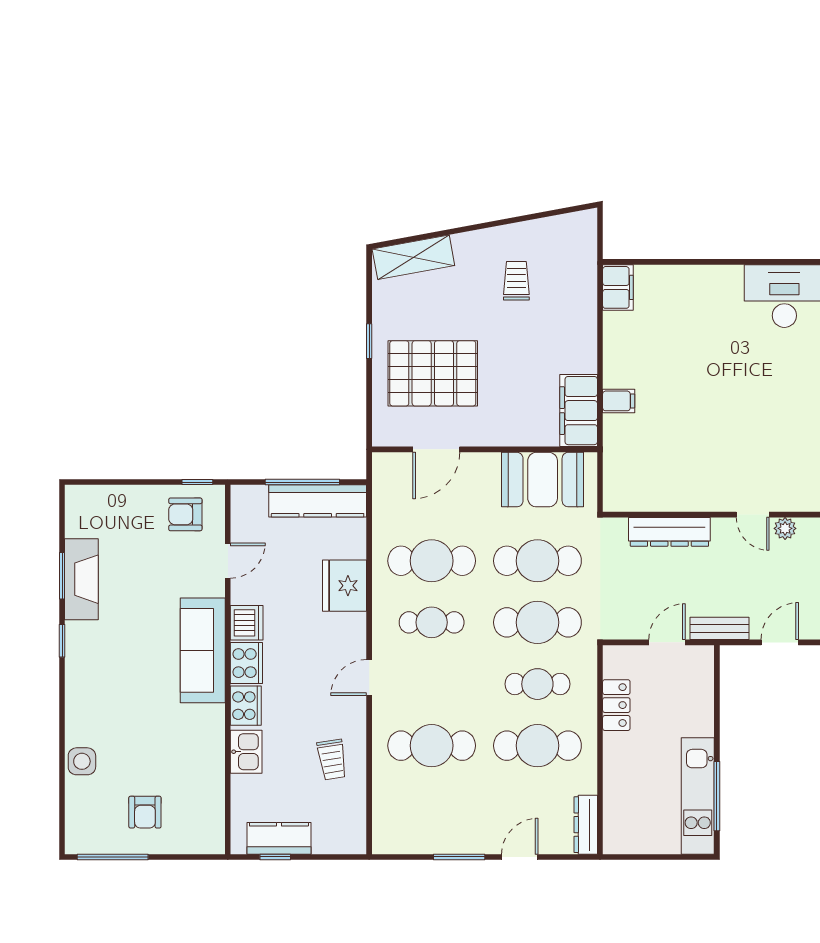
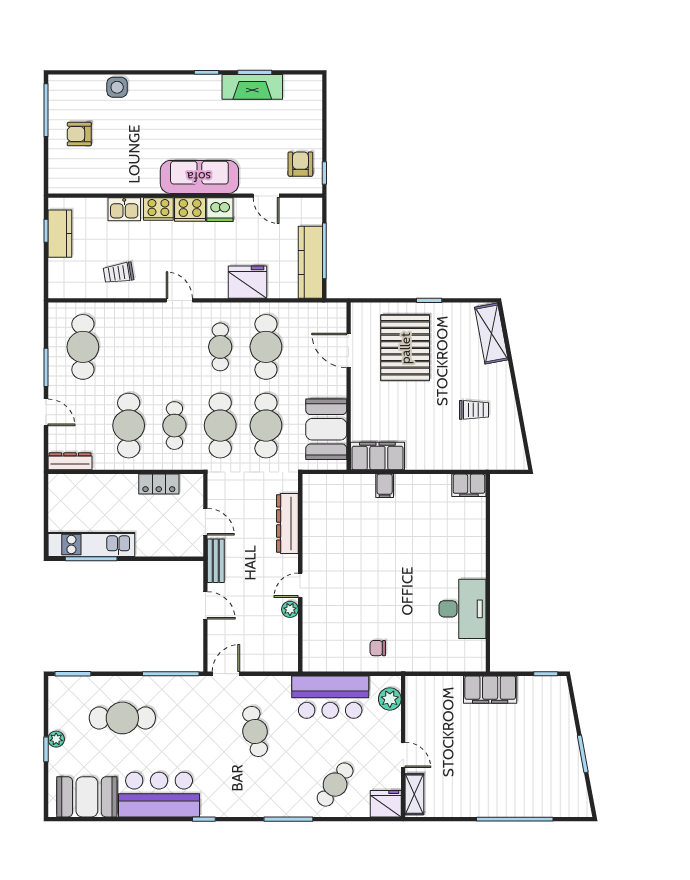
cafe table: (432, 746) -> (83, 347), moved

